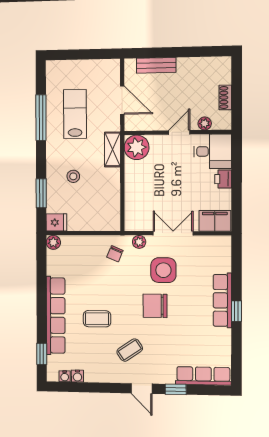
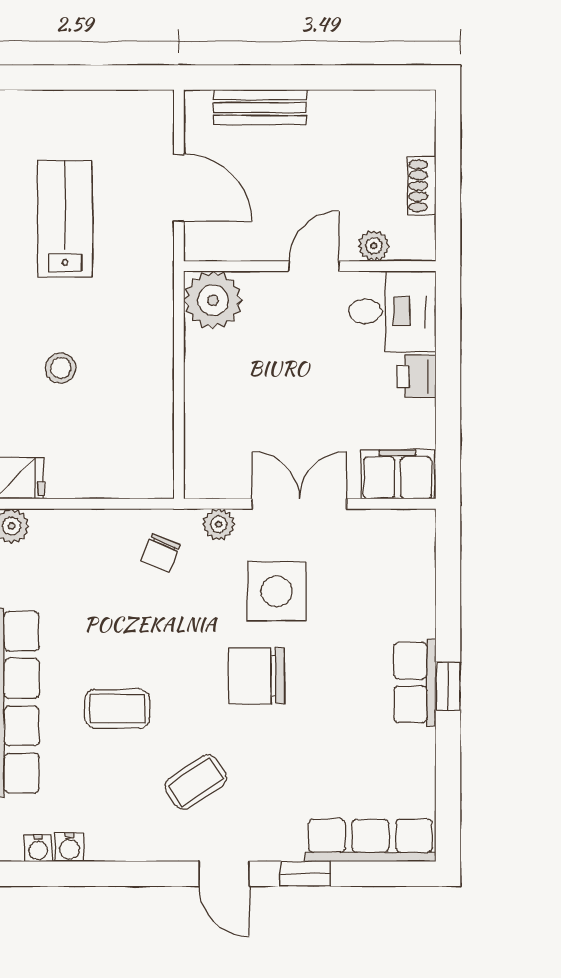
shelving: (112, 149) -> (155, 305), removed
row of seats: (222, 300) -> (415, 682), width x0.68

